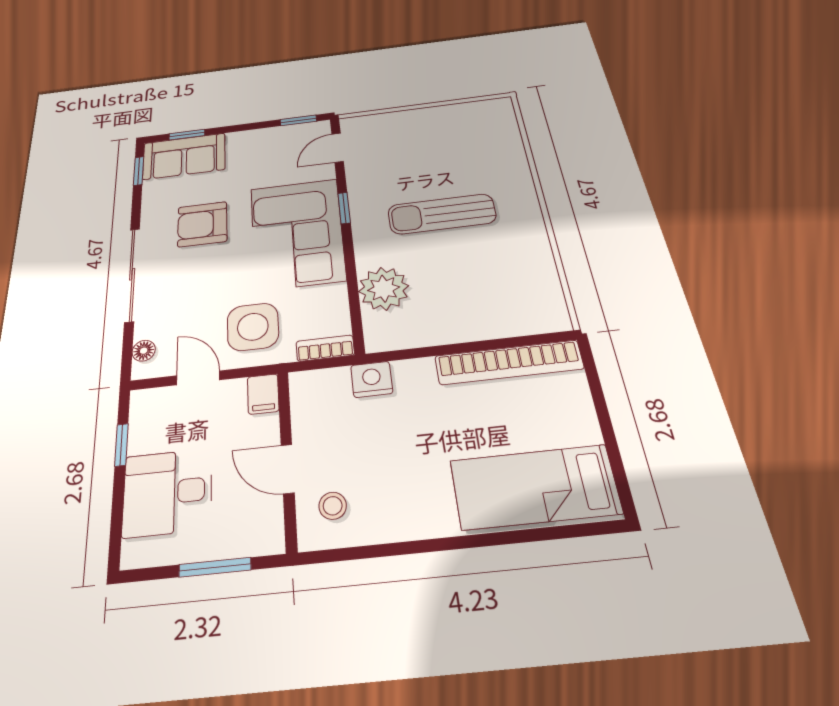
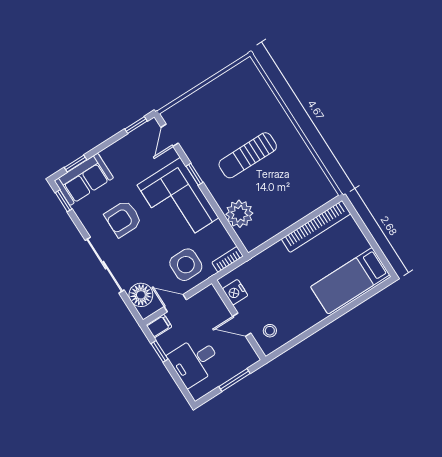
floor lamp: (144, 351) -> (141, 295), width x1.89, depth x1.89
nightstand: (372, 379) -> (235, 292), moved, turned -90
filing cabinet: (263, 394) -> (159, 326), moved, turned -90

